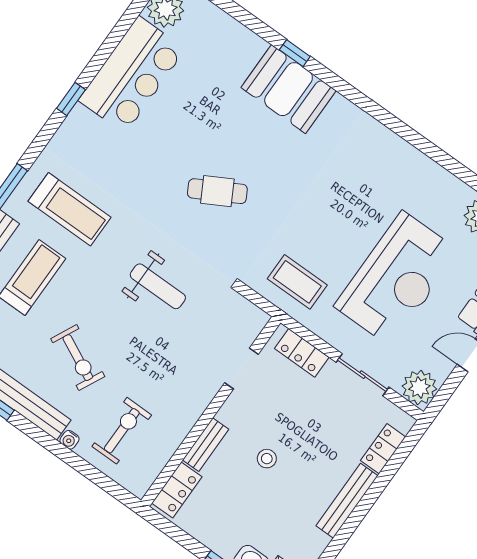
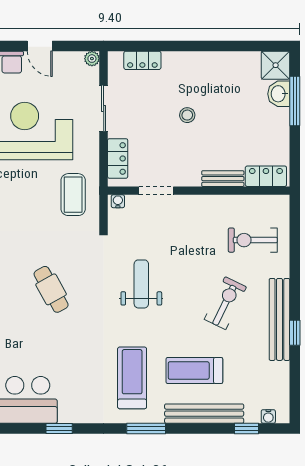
plant: (419, 388) -> (92, 59), width x0.53, depth x0.53
water cooler: (69, 440) -> (118, 201), moved, turned -90
stool: (267, 459) -> (187, 115), moved
bench: (347, 501) -> (193, 60), removed

